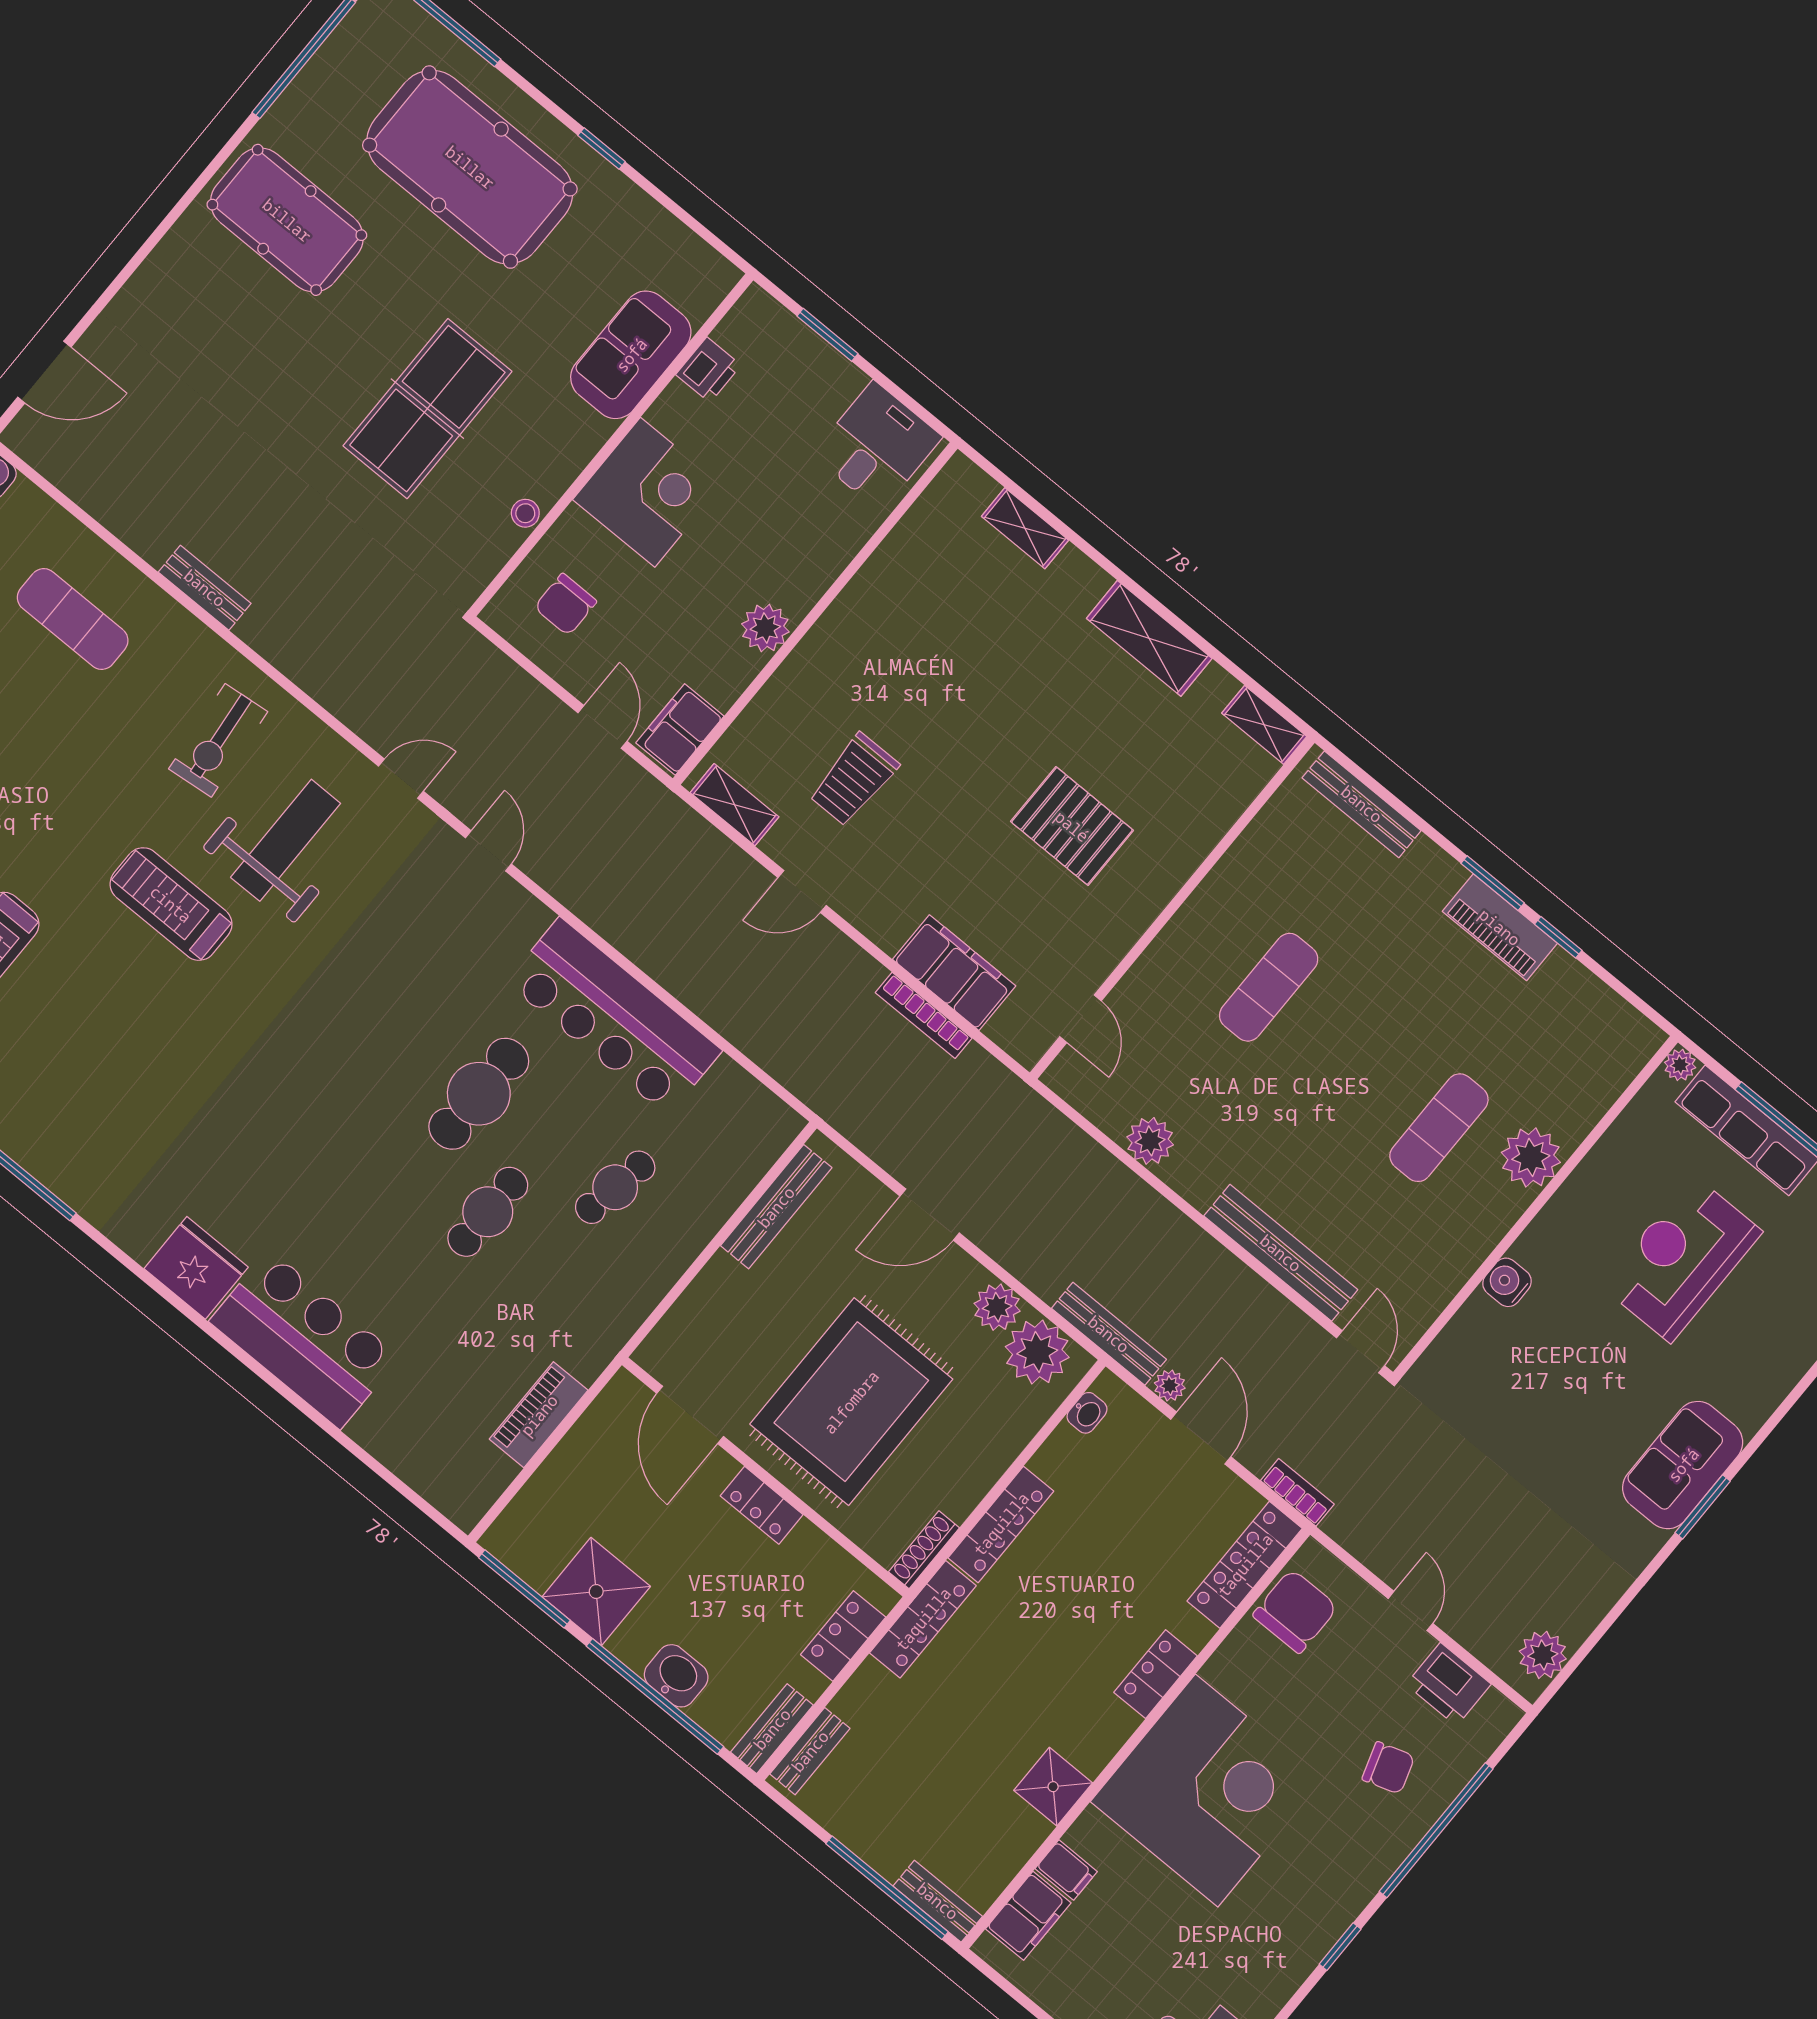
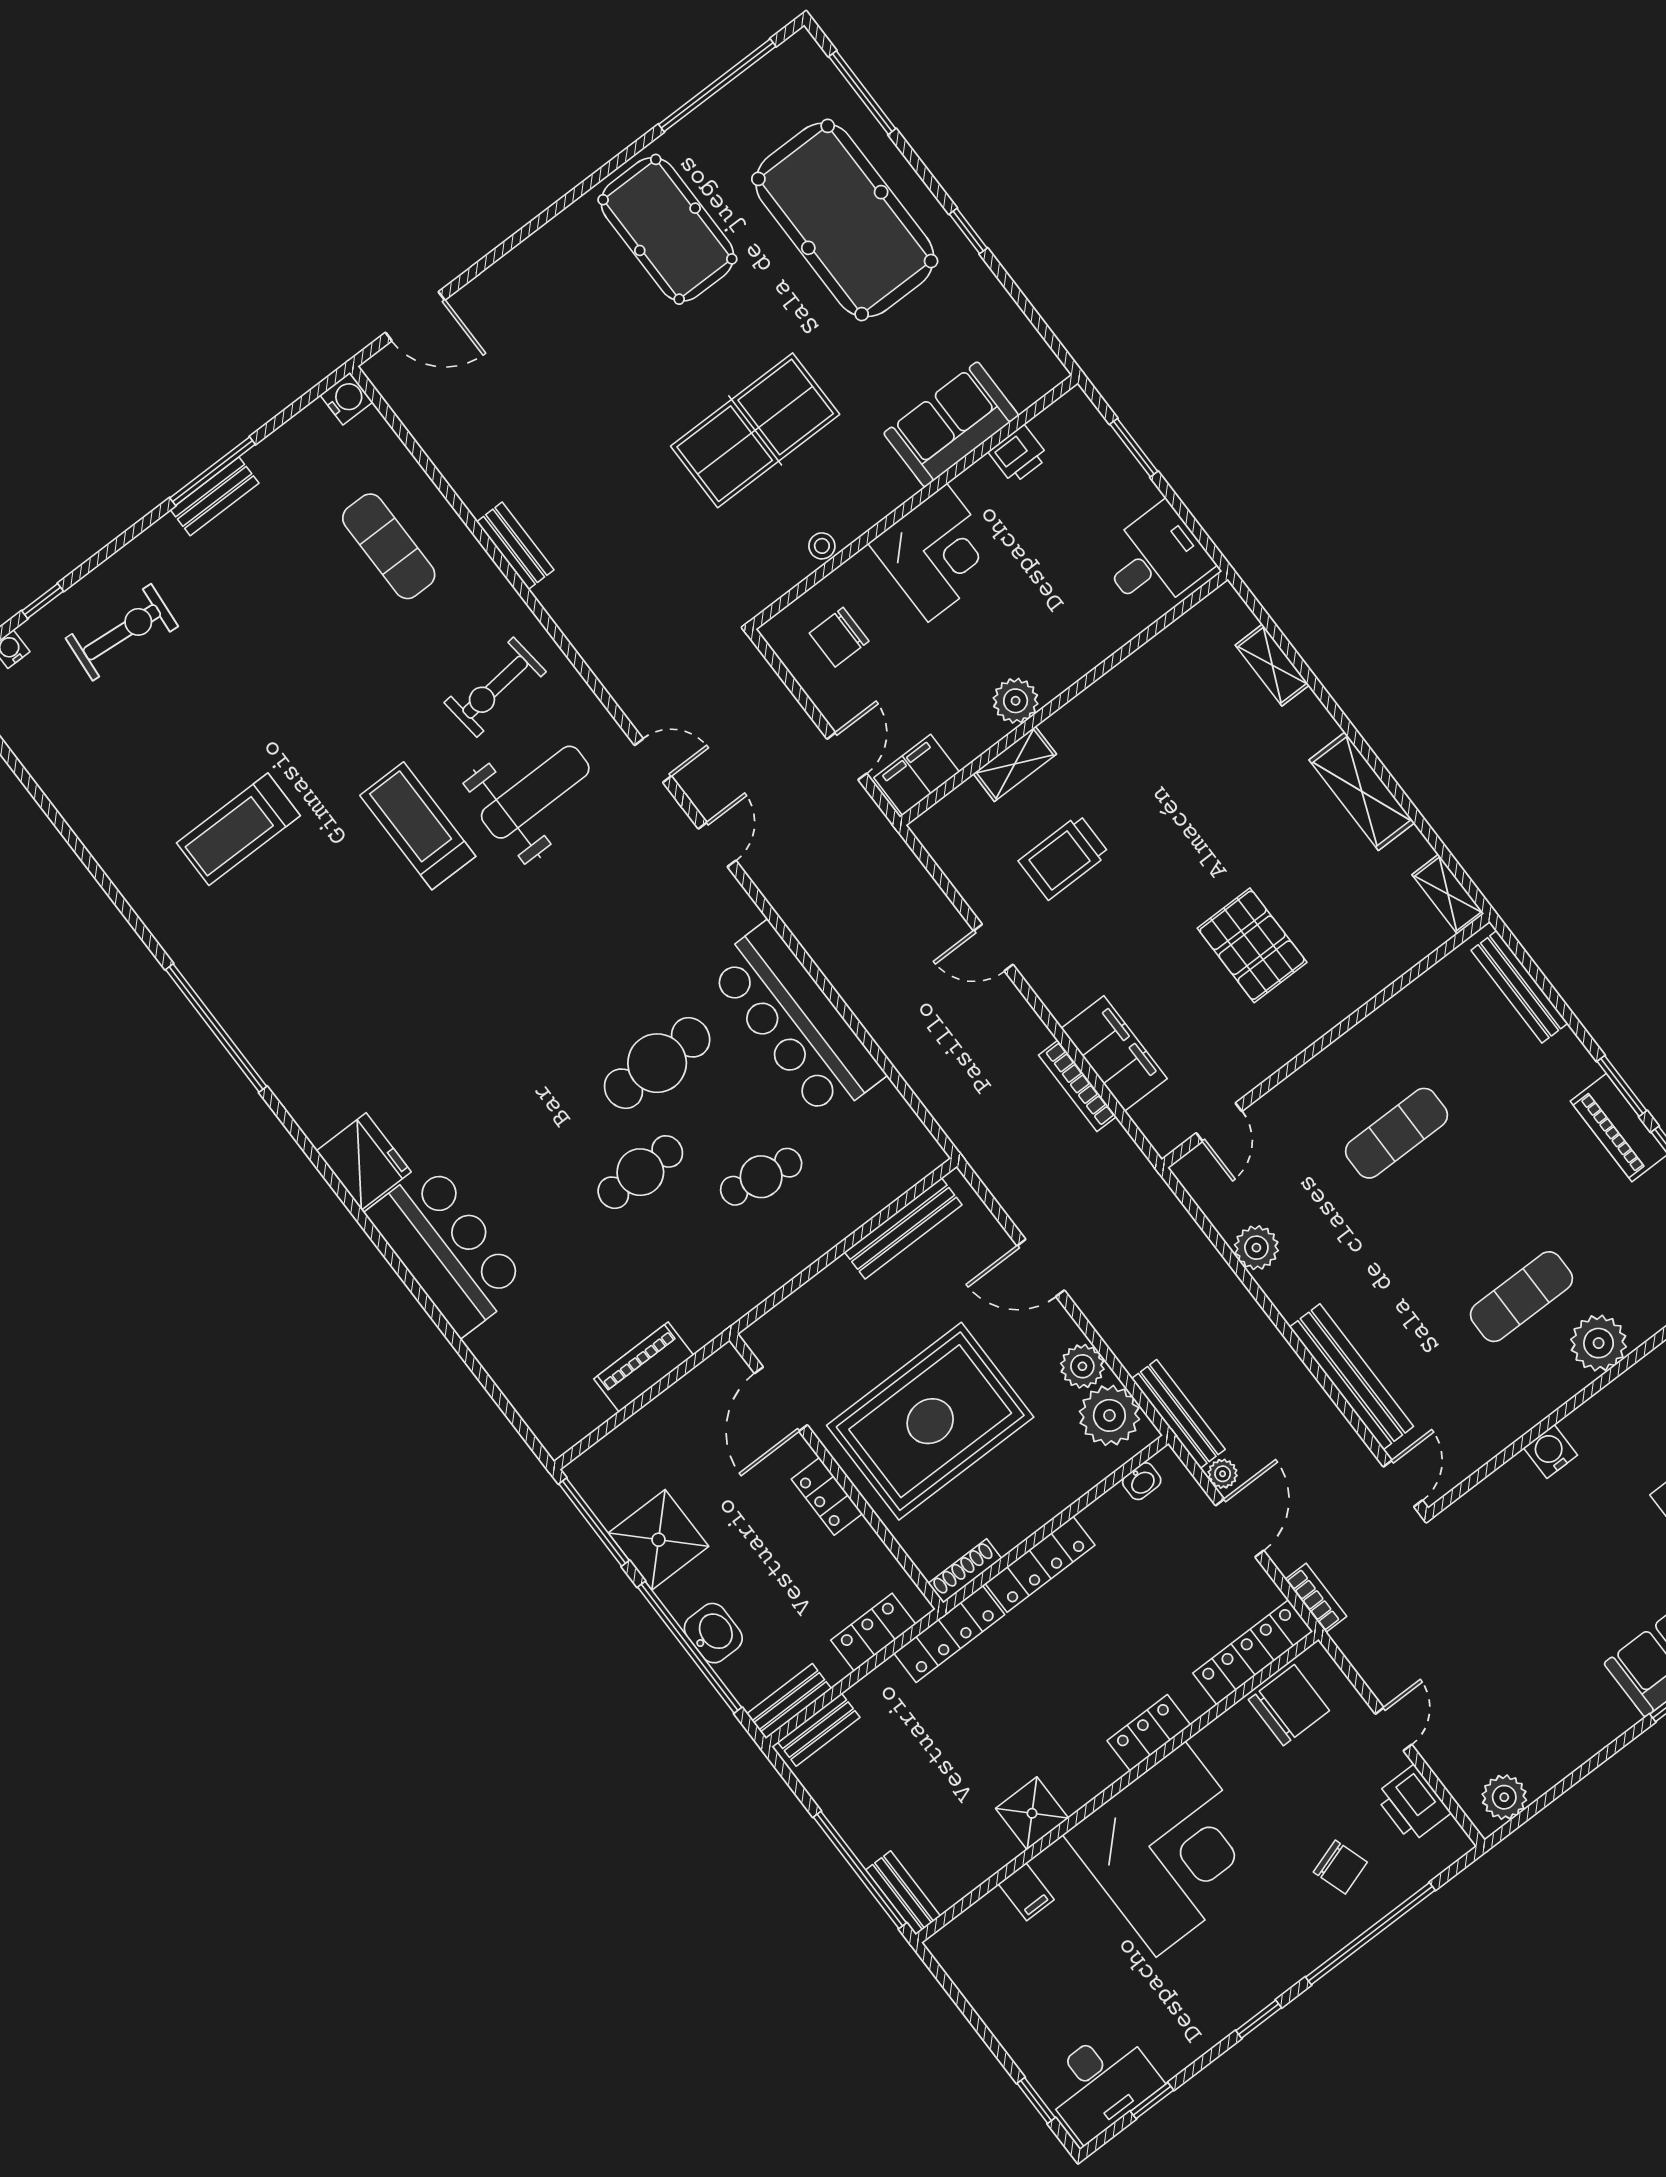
shelving: (735, 805) -> (1015, 764), moved, turned 90
filing cabinet: (1028, 1916) -> (982, 1925), removed

